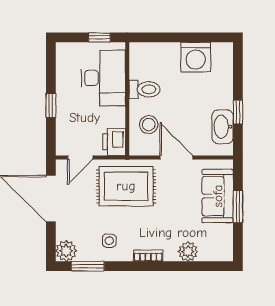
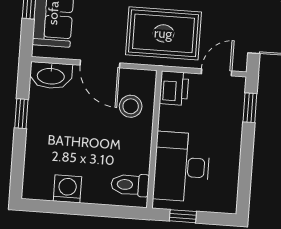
washing machine: (196, 57) -> (67, 189), width x0.73, depth x0.73
toilet: (145, 89) -> (130, 185), moved
window: (51, 105) -> (250, 108), moved
washbasin: (223, 127) -> (51, 76), moved, turned 90

